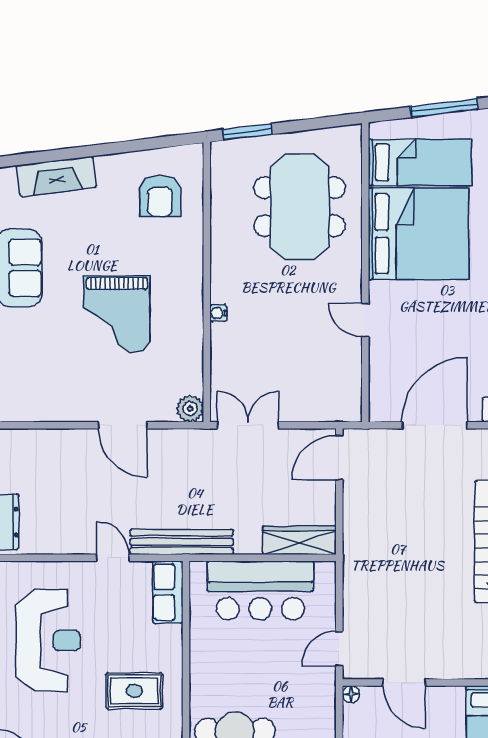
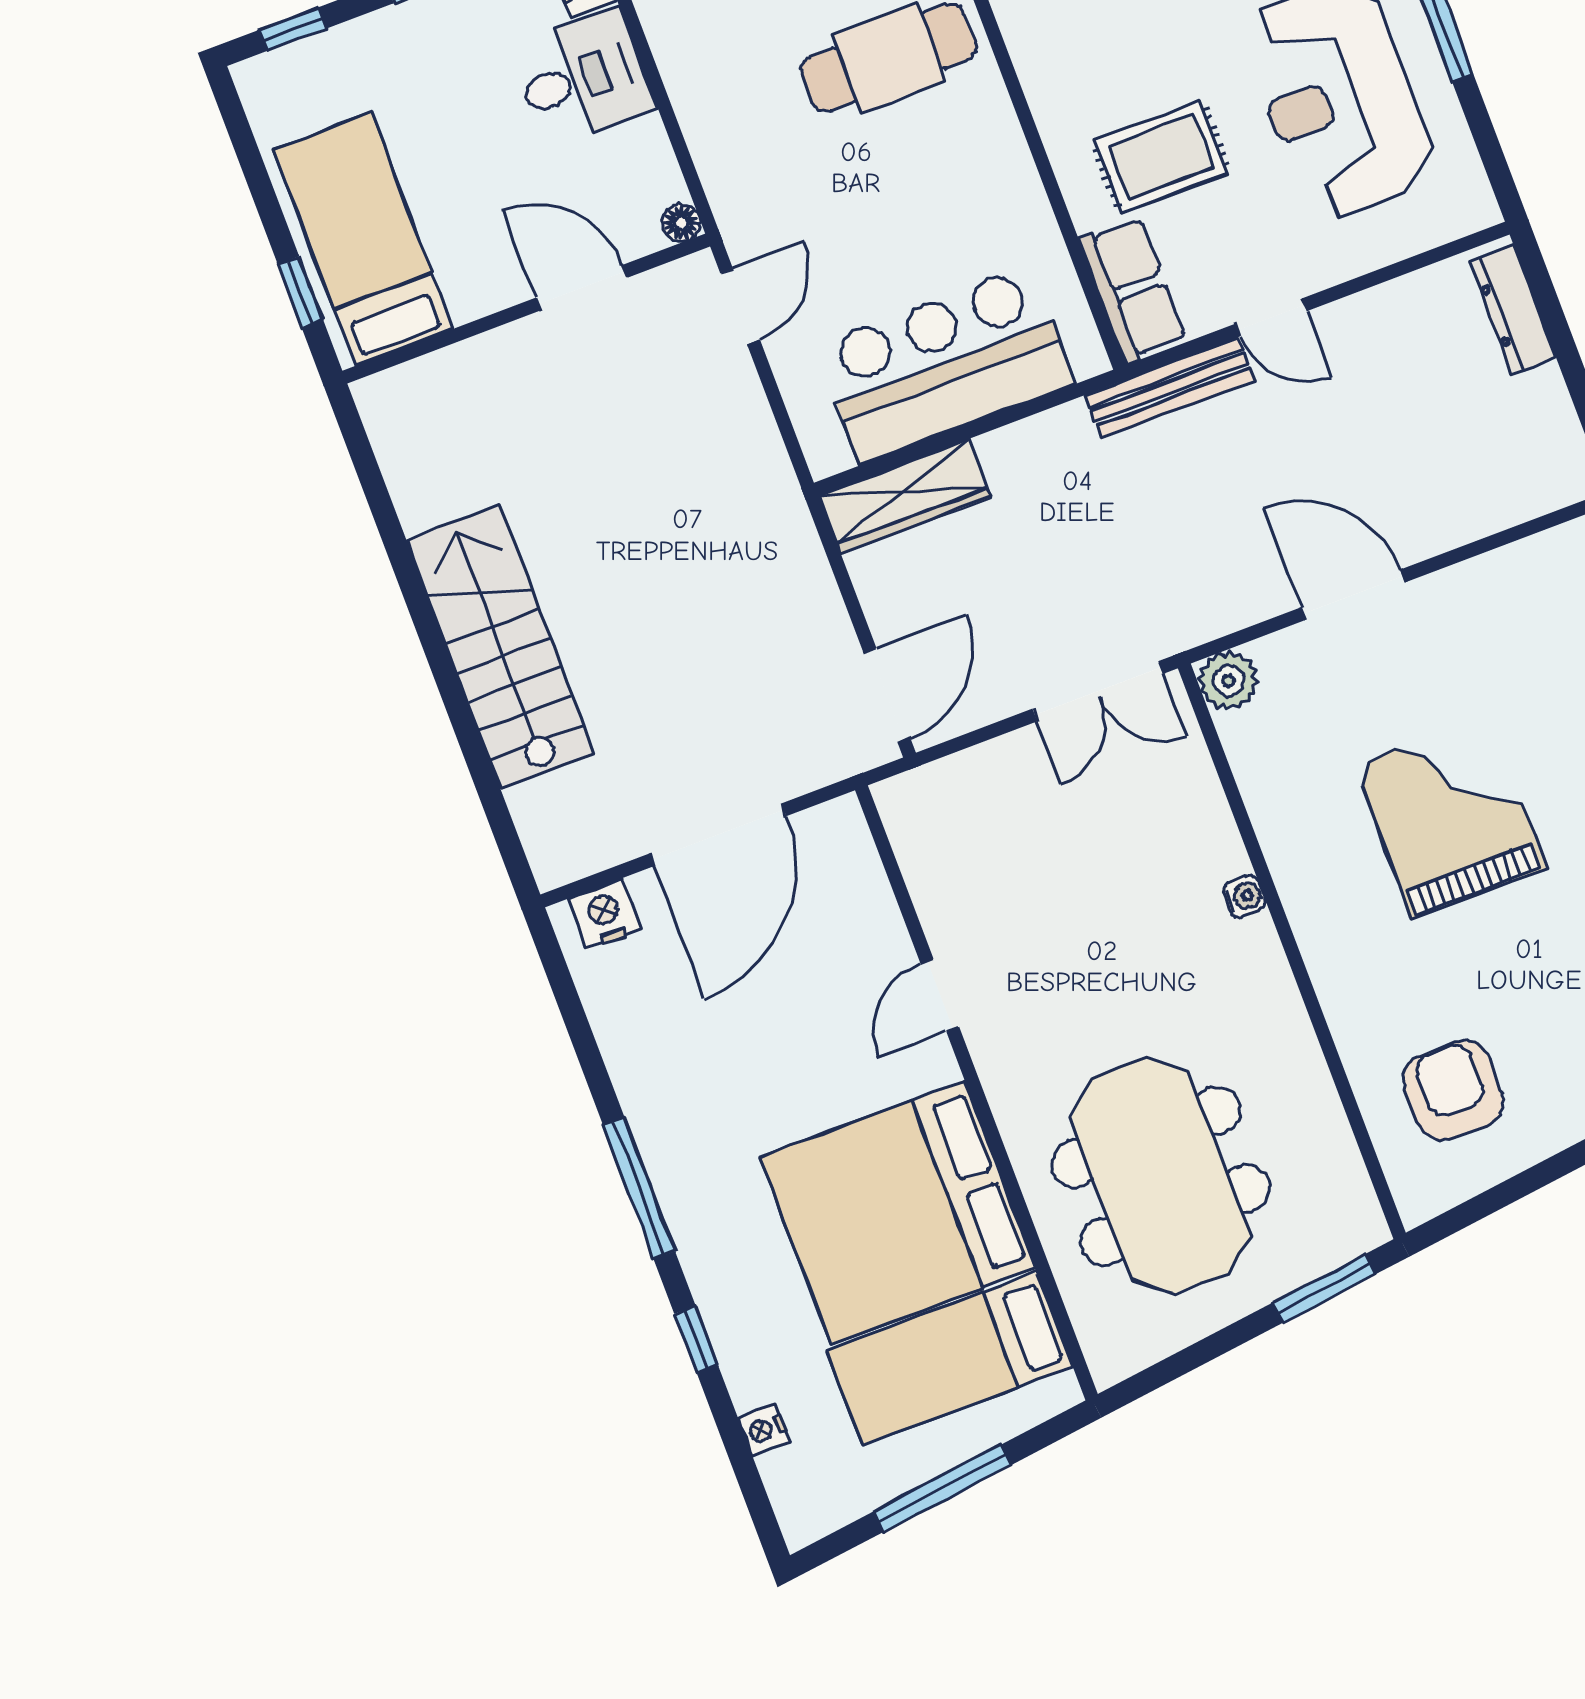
door: (365, 320) -> (940, 995), swing flipped
bench: (182, 542) -> (1170, 388), width x0.73, depth x0.82
rug: (134, 691) -> (1161, 157), moved

